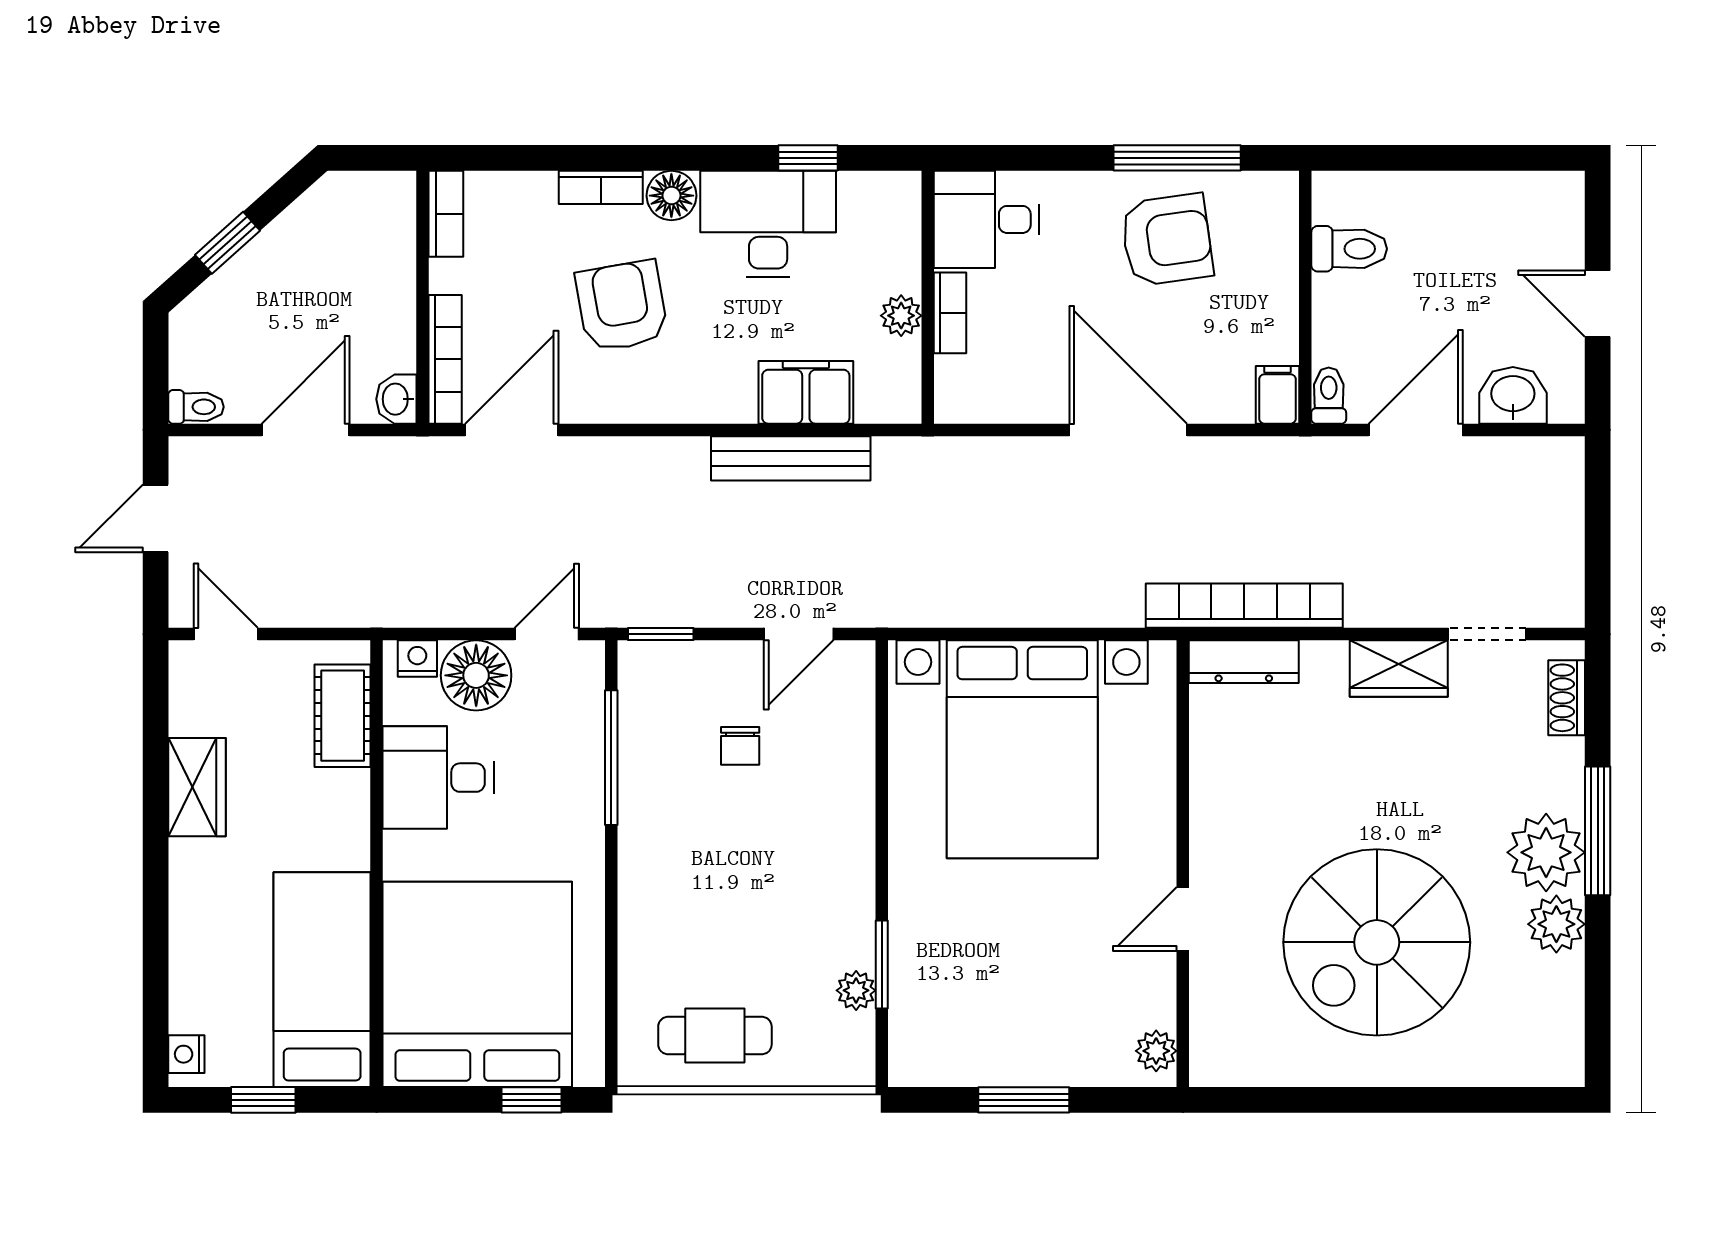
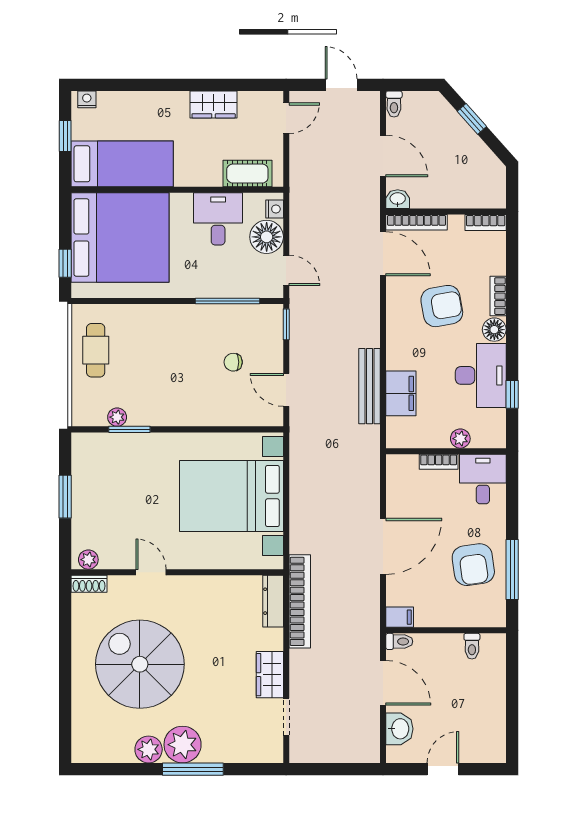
toilet: (1349, 249) -> (472, 646), width x0.73, depth x0.72
plant: (901, 316) -> (460, 439), moved
shoe rack: (1567, 698) -> (89, 584), moved, turned 180

